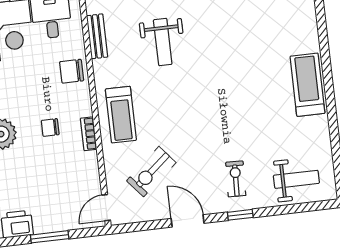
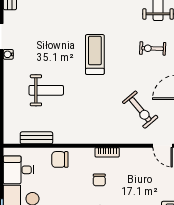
chair: (72, 71) -> (60, 159), turned 90
treadmill: (121, 115) -> (95, 55), moved, turned -90

